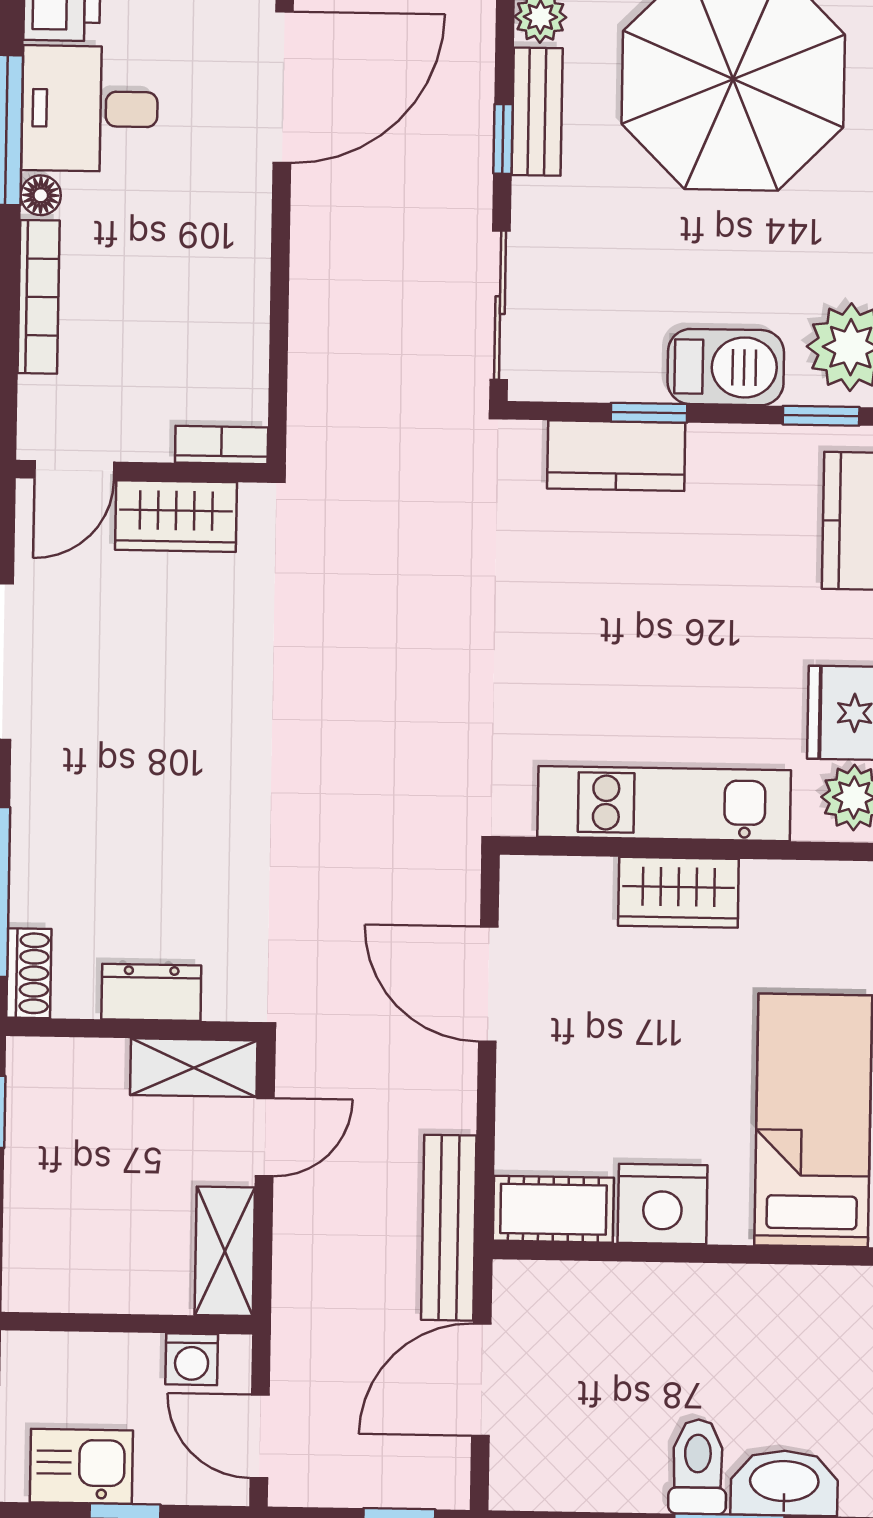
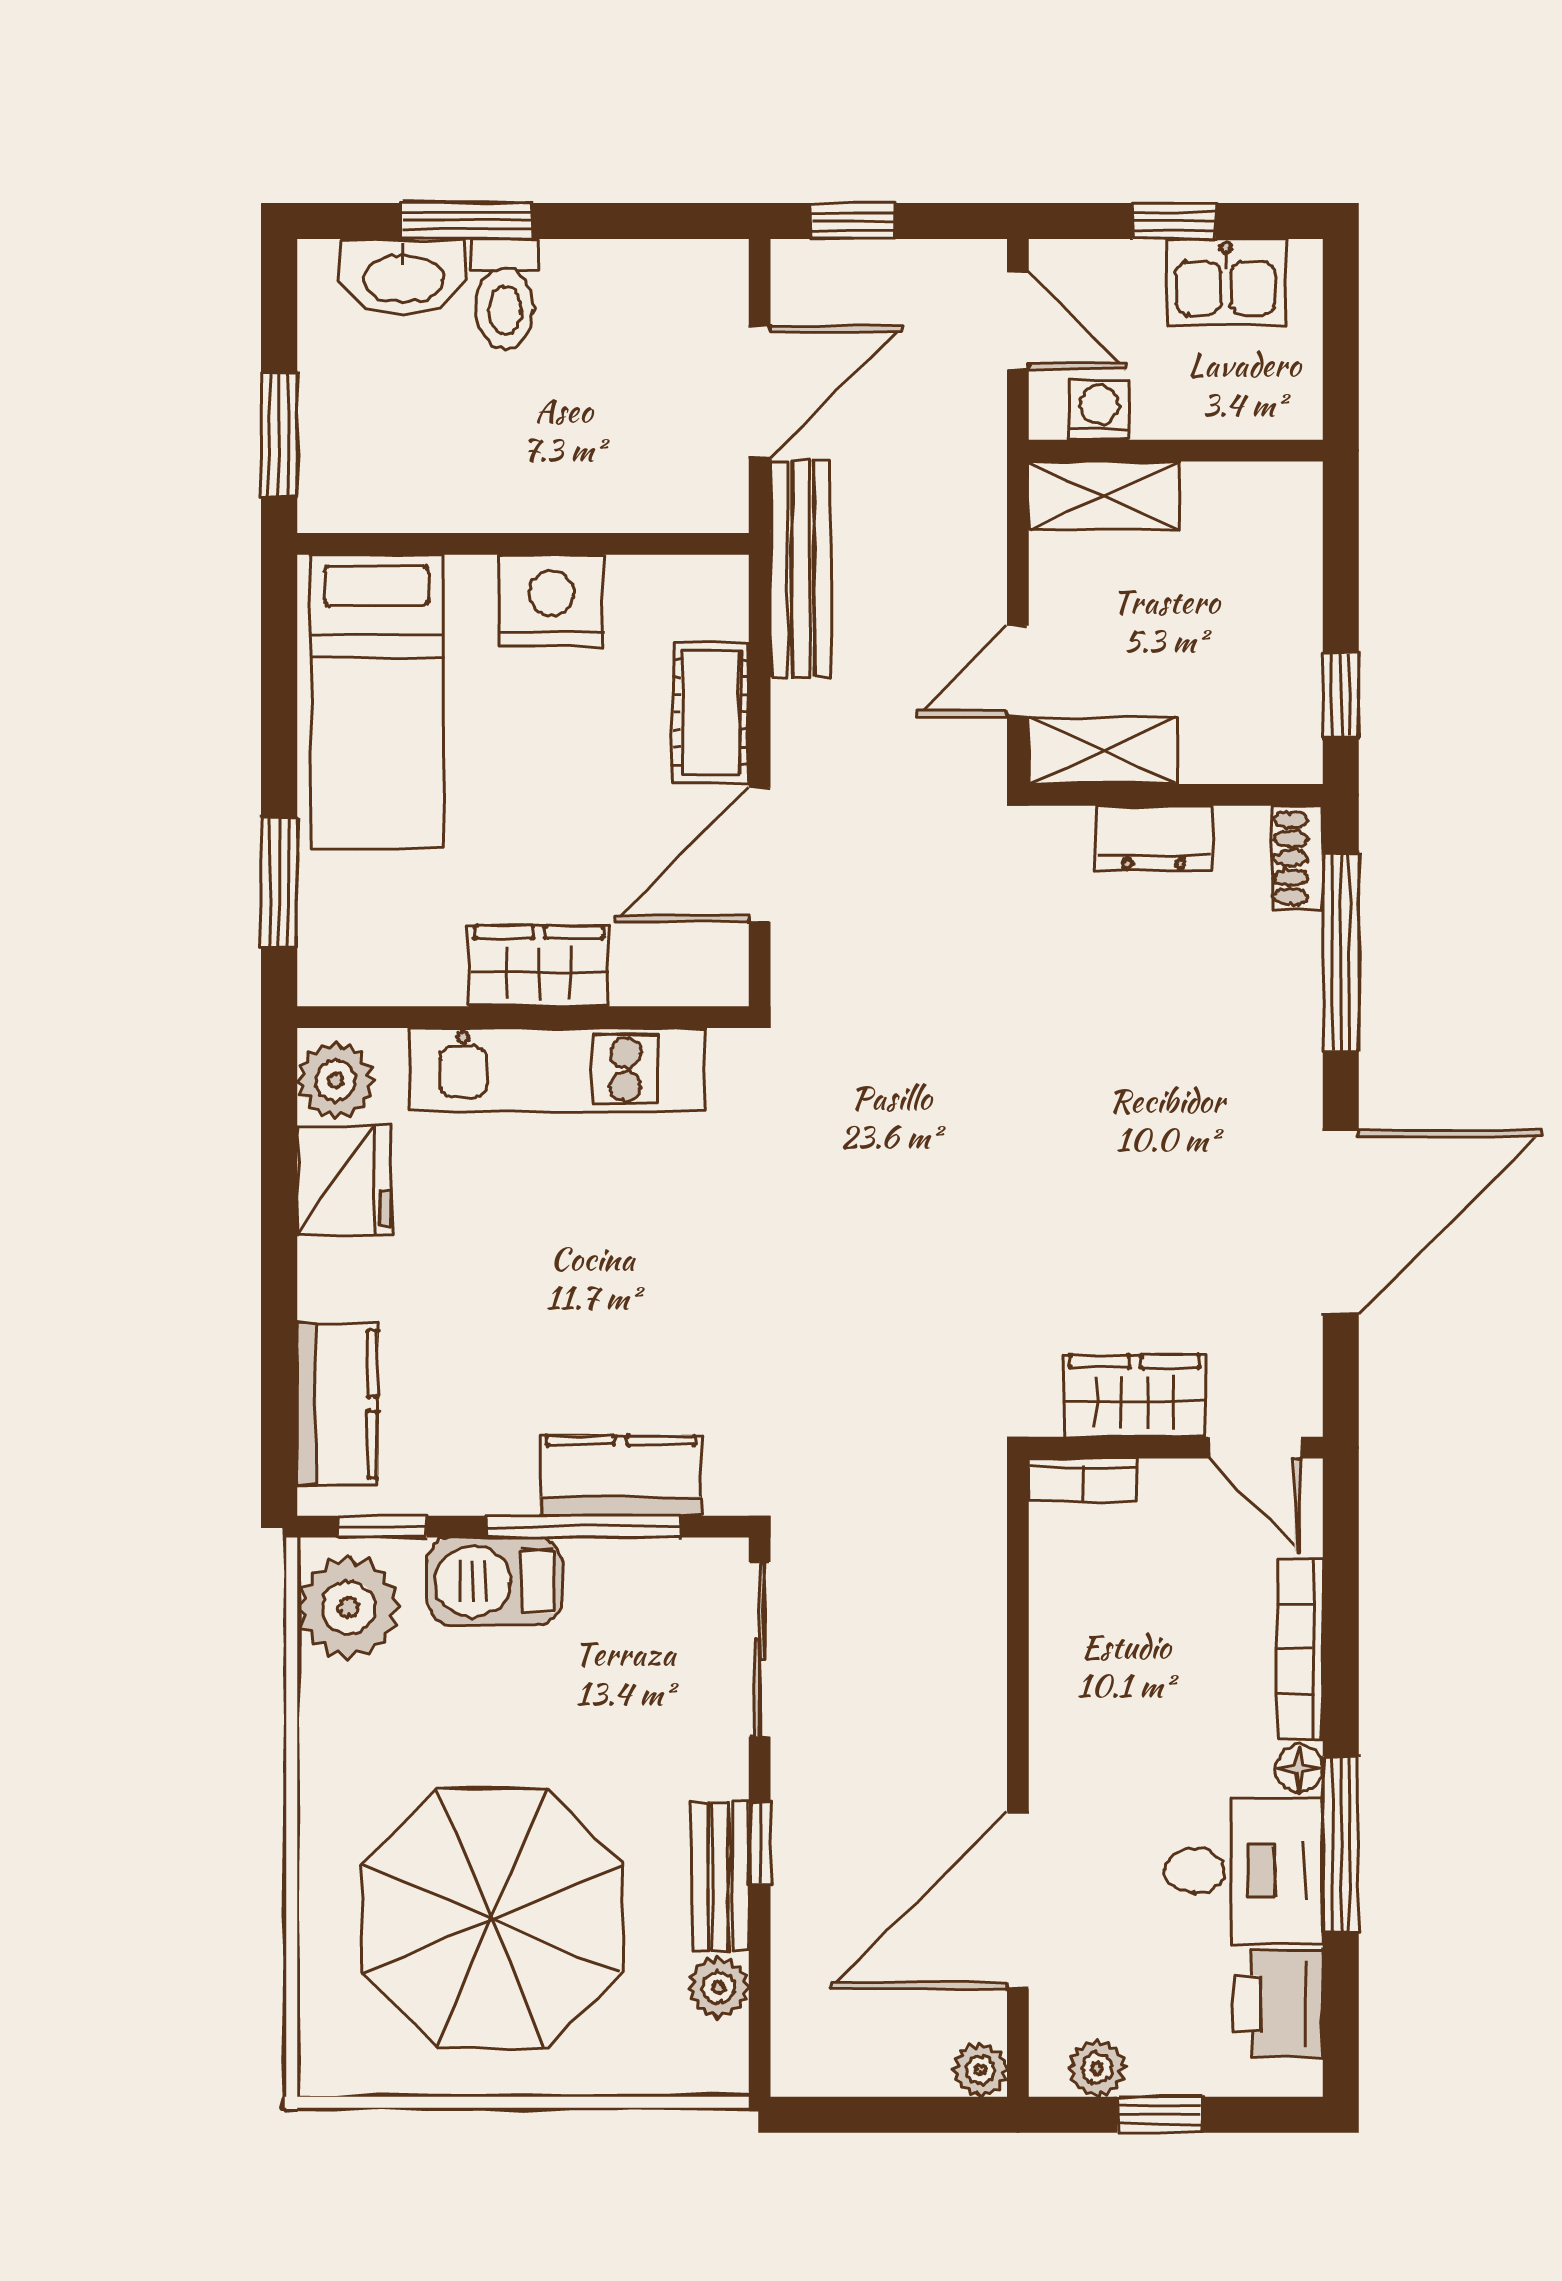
window: (649, 413) -> (583, 1527), width x2.17
door: (74, 470) -> (1255, 1448), swing flipped
door: (488, 984) -> (760, 855), swing flipped
cot: (553, 1209) -> (711, 712), moved, turned 90
shelving: (225, 1251) -> (1104, 495), moved, turned 90

